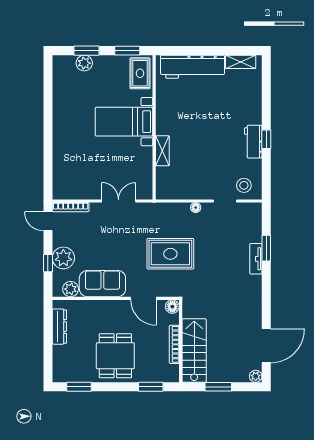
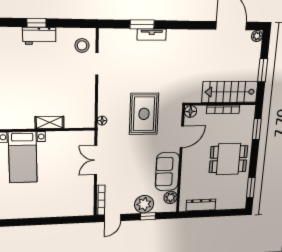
floor lamp: (196, 208) -> (102, 121), moved

